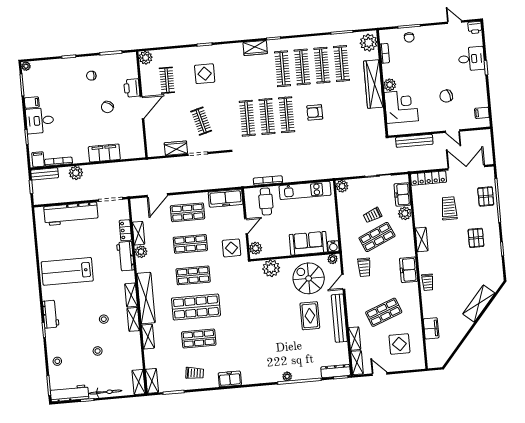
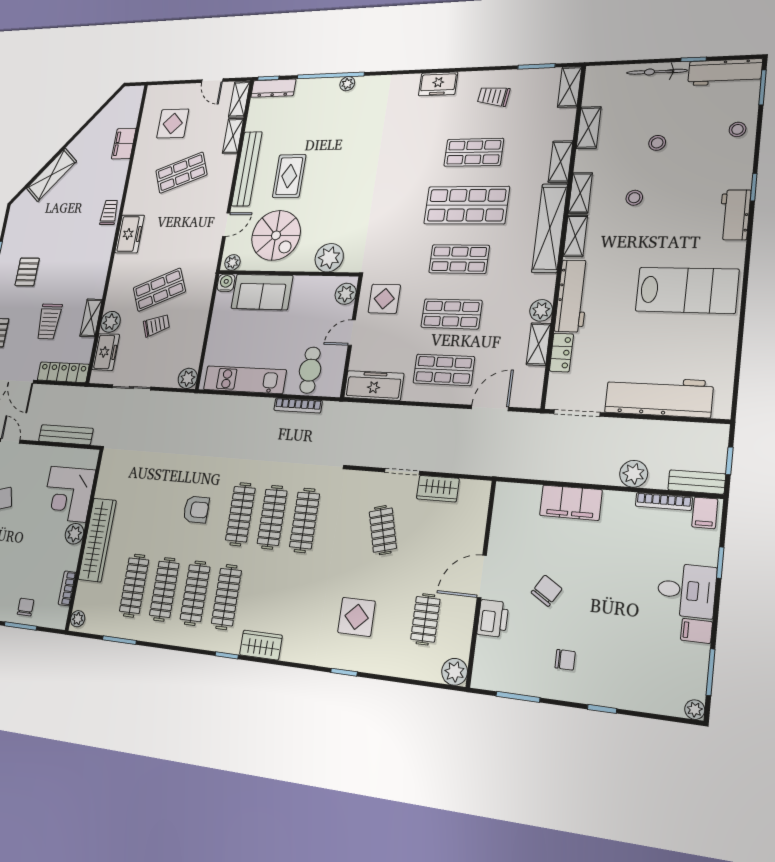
plant: (369, 43) -> (78, 619), width x0.53, depth x0.53
shelving: (422, 239) -> (91, 318), moved
workbench: (125, 256) -> (572, 296), width x1.38
trolley: (364, 267) -> (190, 244), removed
shelving: (139, 382) -> (589, 128), moved

